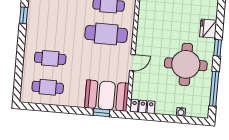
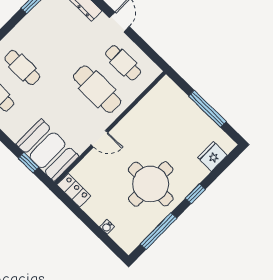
fridge: (208, 29) -> (212, 156), moved

